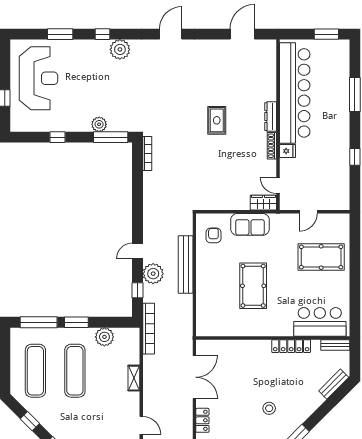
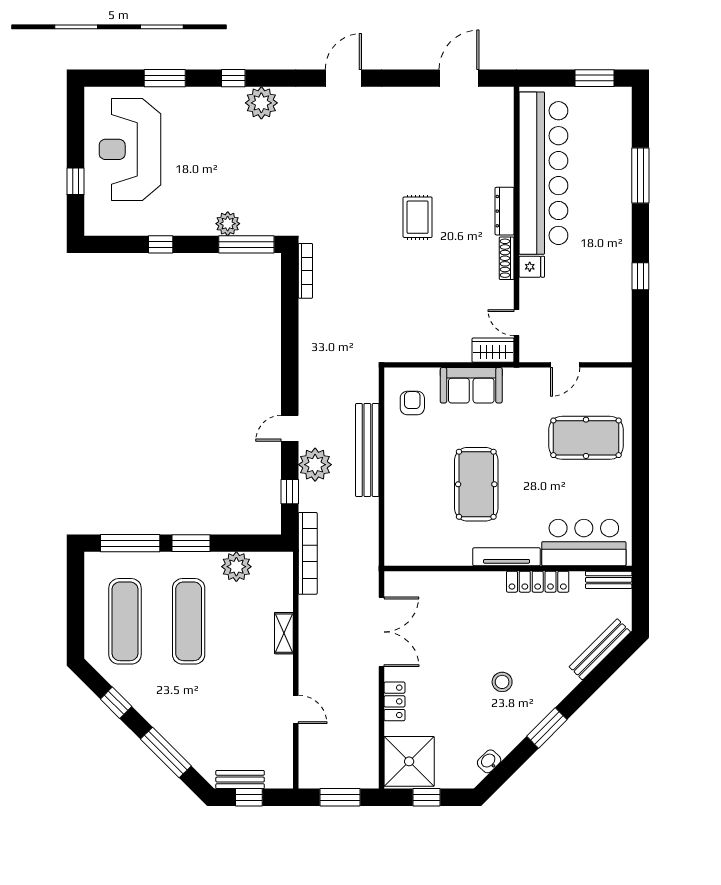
reception desk: (39, 78) -> (130, 149), turned 180
tv unit: (272, 331) -> (507, 557), added
bench: (334, 384) -> (600, 649), width x1.36

